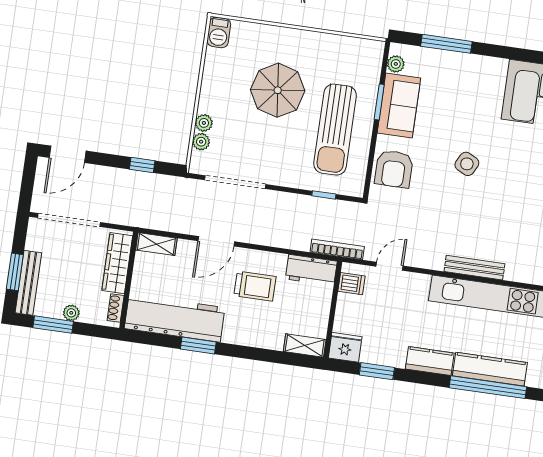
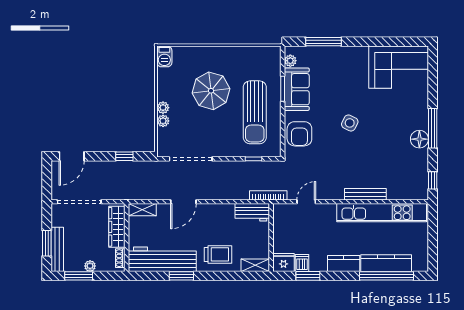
plant: (201, 142) -> (163, 108), moved
dishwasher: (351, 284) -> (302, 263), moved, turned -90
trolley: (255, 286) -> (218, 254), moved

